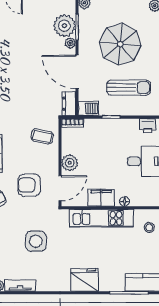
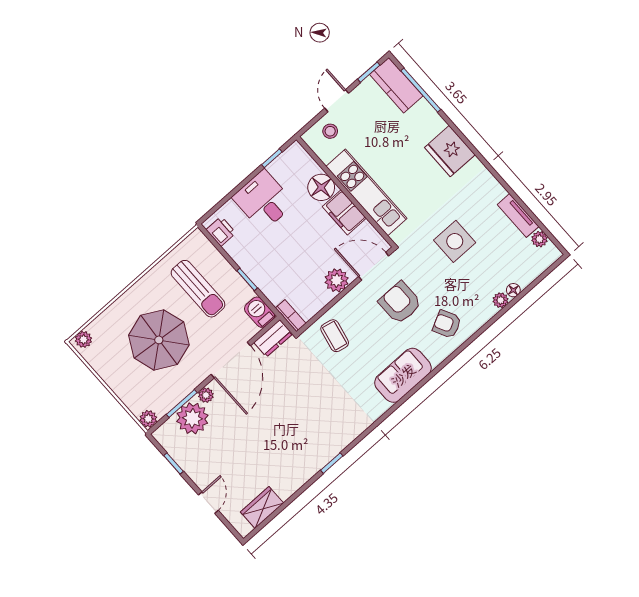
sun lounger: (129, 88) -> (198, 289), turned 180
armchair: (29, 185) -> (400, 303), turned 180
floor lamp: (124, 201) -> (321, 187), width x1.89, depth x1.89

